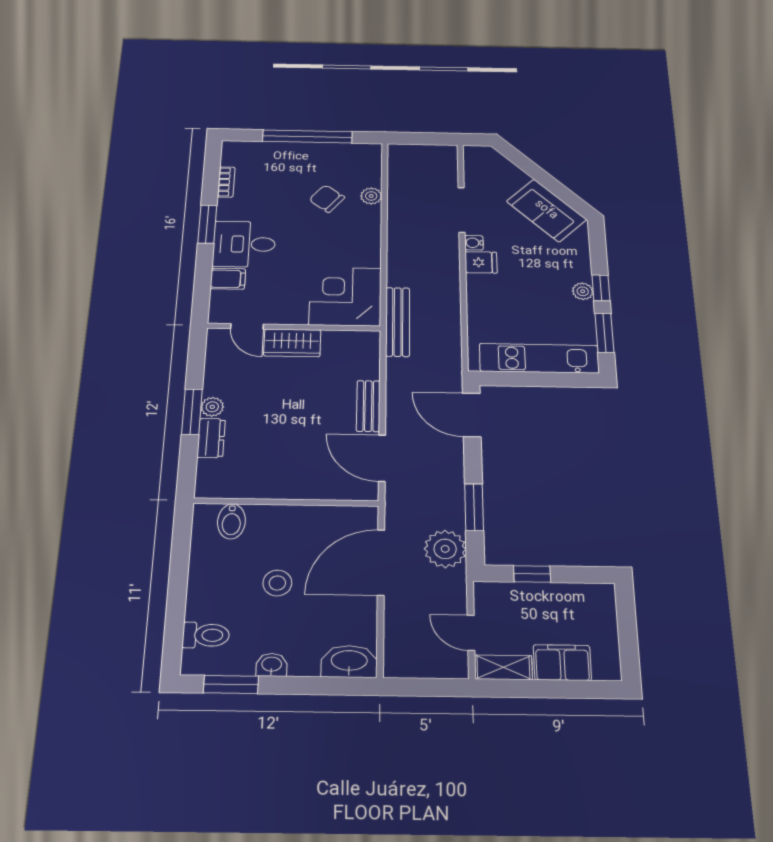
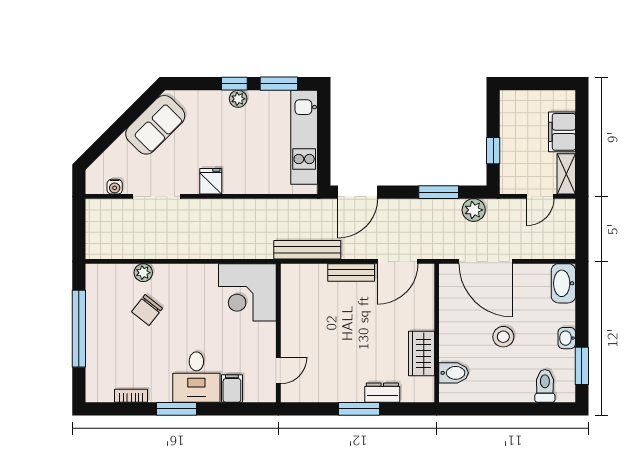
water cooler: (474, 243) -> (115, 187), moved
bench: (398, 322) -> (307, 250), moved
wardrobe: (292, 343) -> (422, 354), moved, turned 180
plant: (212, 407) -> (354, 393), removed
plant: (445, 549) -> (474, 210), width x0.73, depth x0.73

